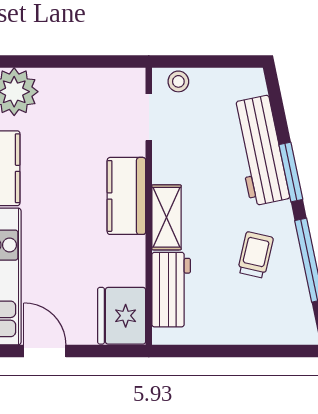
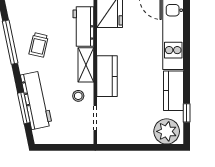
stool: (178, 81) -> (78, 96), moved
window: (291, 172) -> (24, 108), moved

